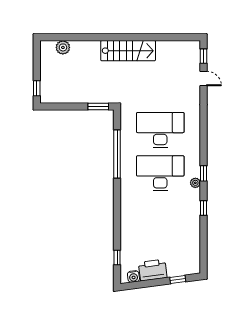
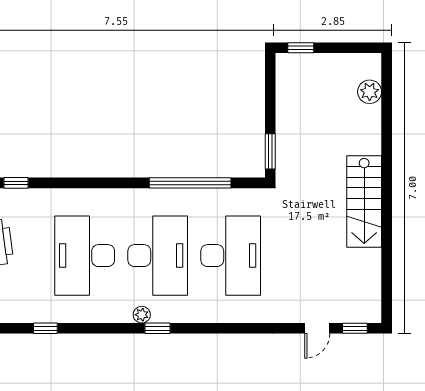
window: (203, 208) -> (45, 328), moved
desk: (160, 217) -> (85, 256), added

